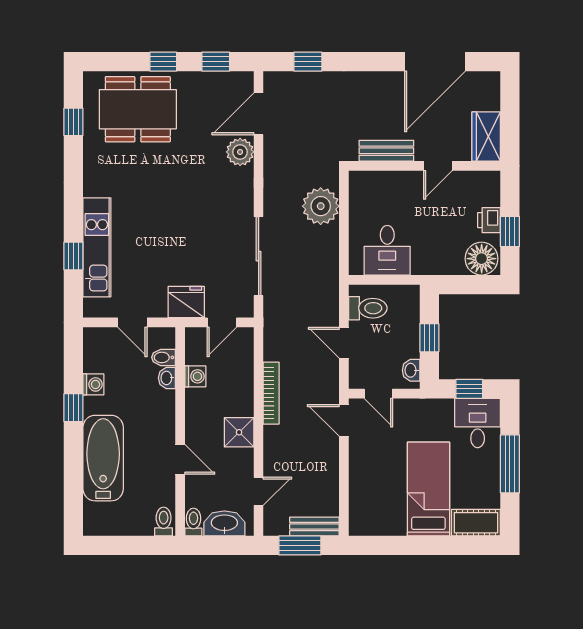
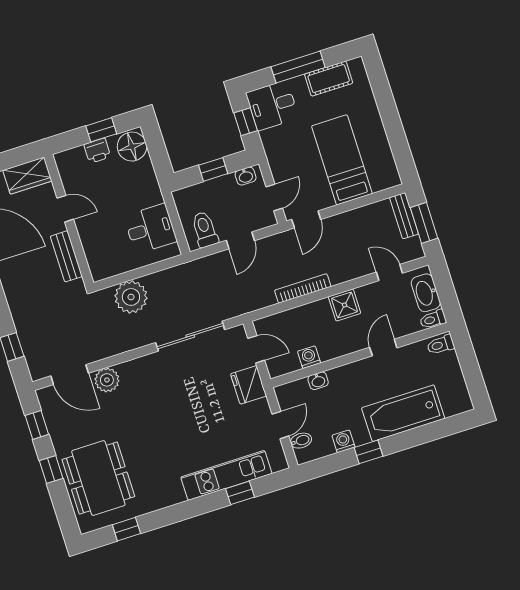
bidet: (163, 357) -> (301, 441), moved, turned -90
bed: (428, 489) -> (342, 160), moved, turned 90
cot: (476, 523) -> (329, 79), moved, turned 90

